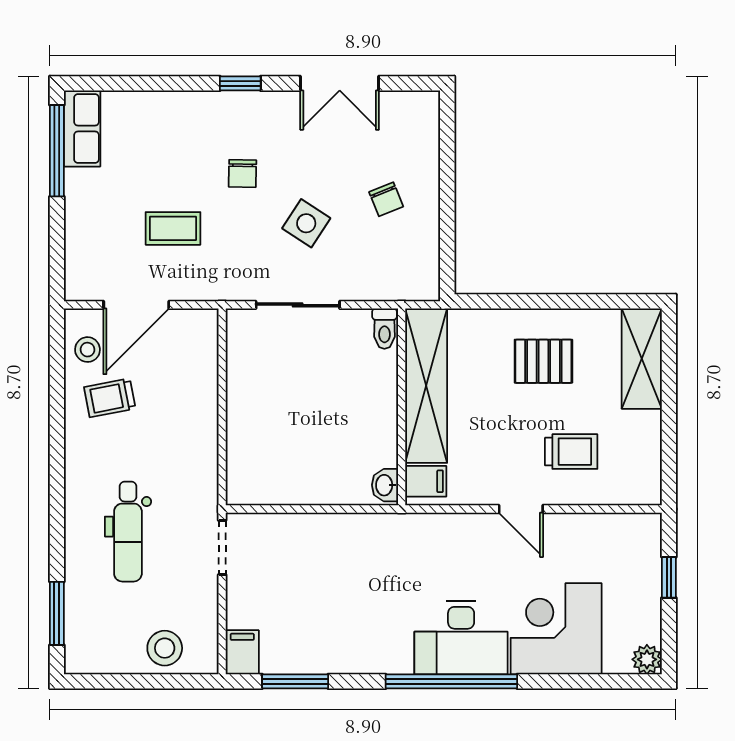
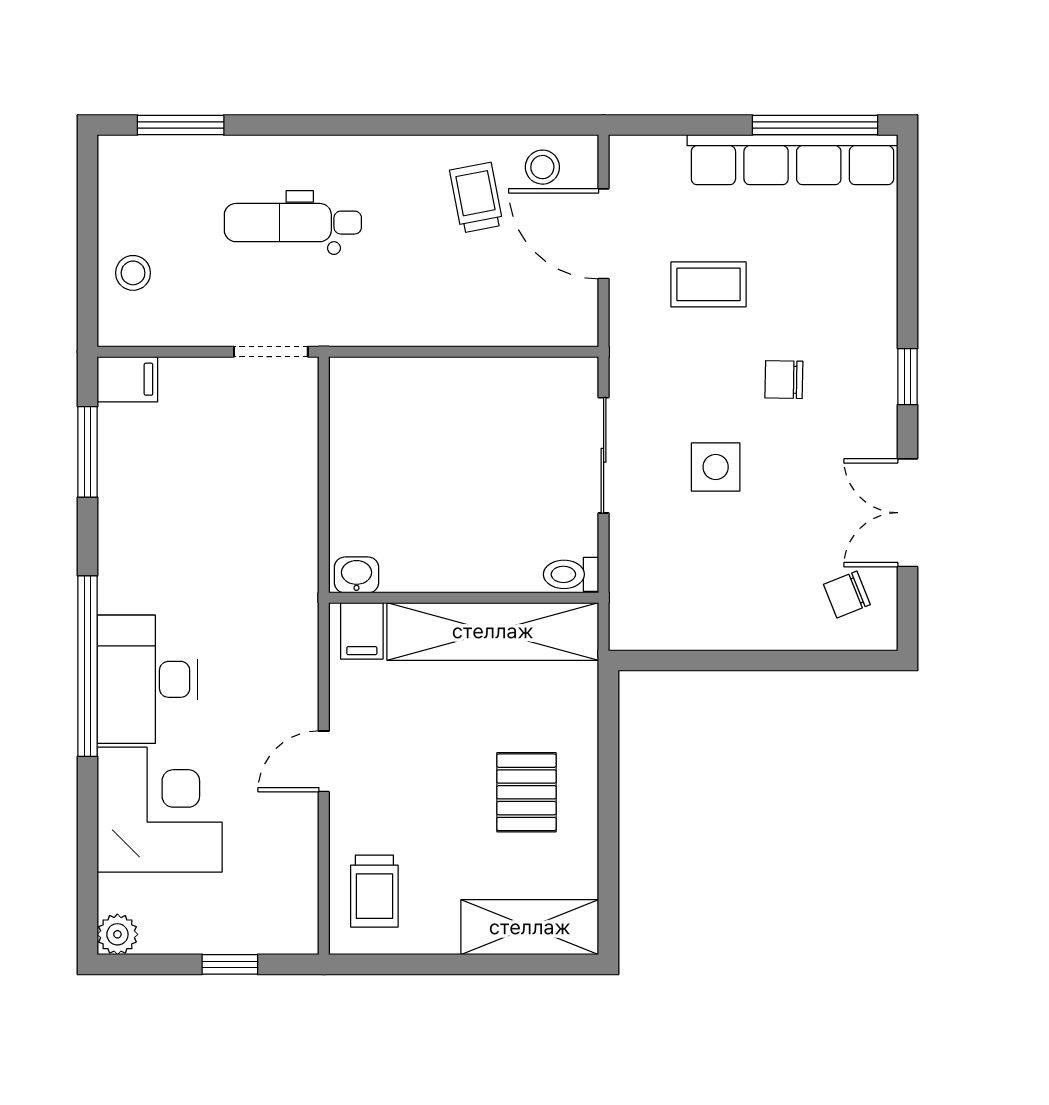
row of seats: (82, 129) -> (792, 160), width x2.02
chair: (386, 199) -> (847, 595), moved
side table: (306, 223) -> (716, 467), turned -33
coffee table: (173, 228) -> (709, 284), turned 90
trolley: (571, 452) -> (374, 891), moved
stool: (165, 648) -> (133, 273), width x0.73, depth x0.73

